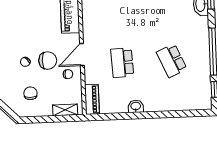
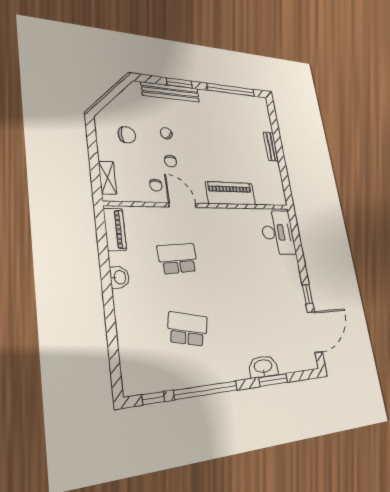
chair: (48, 61) -> (171, 161), width x0.54, depth x0.54
school desk: (172, 61) -> (187, 329), turned 36
piano: (92, 99) -> (115, 229), moved, turned -90

